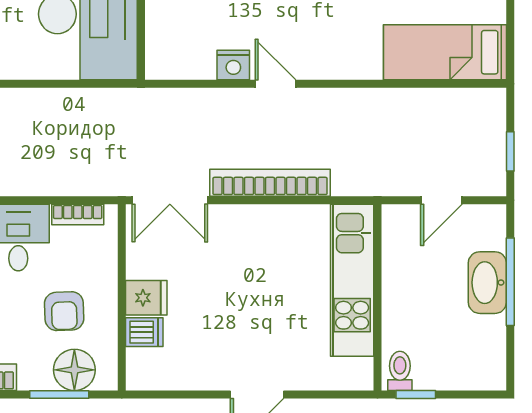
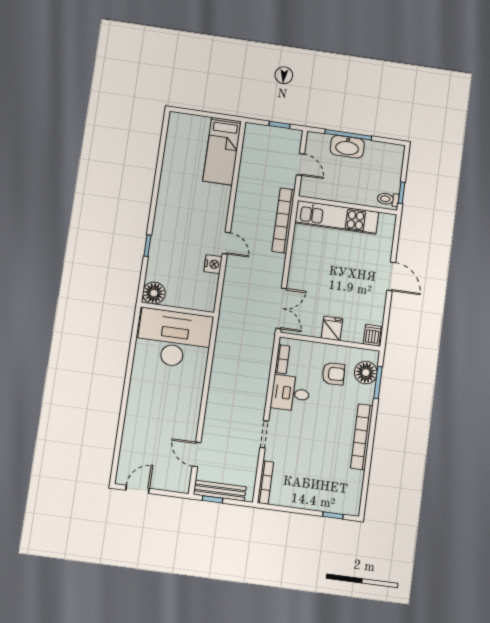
door: (275, 84) -> (226, 243), swing flipped
bookcase: (270, 183) -> (283, 220), moved
dishwasher: (144, 332) -> (372, 335), moved

